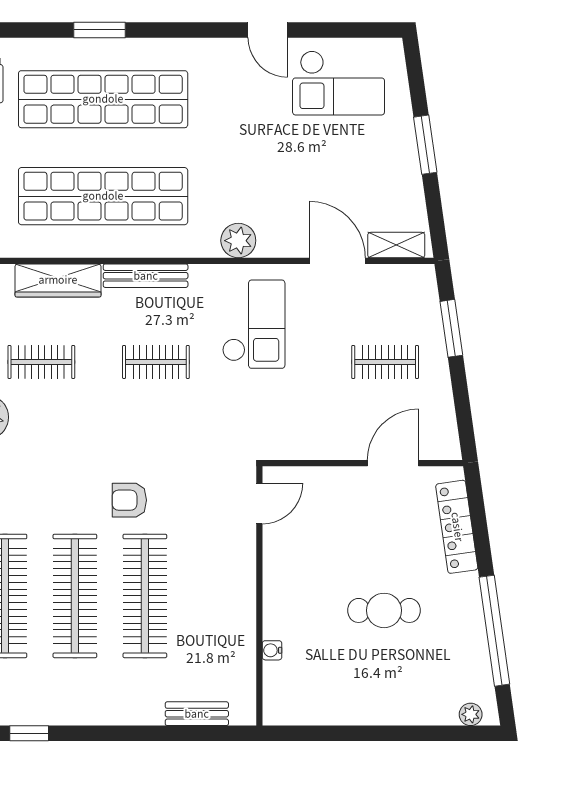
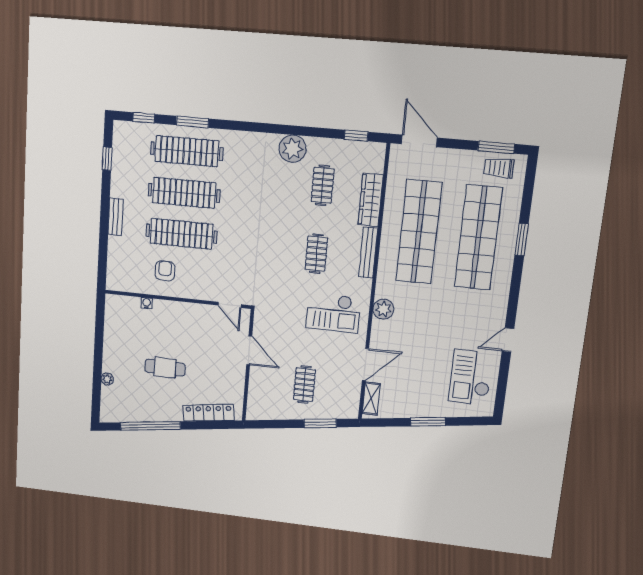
door: (393, 463) -> (249, 350), moved
armchair: (129, 500) -> (165, 271), moved
cafe table: (384, 610) -> (165, 368), turned 90
bench: (197, 714) -> (116, 217), moved
plant: (471, 714) -> (107, 379), moved

